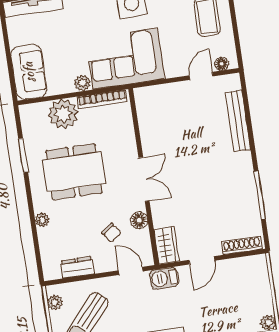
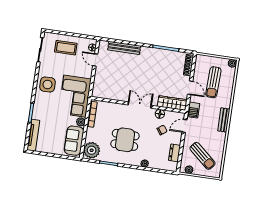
sofa: (29, 72) -> (74, 141), moved, turned -90
plant: (63, 114) -> (92, 150), moved
dining table: (74, 172) -> (125, 140), width x0.73
wardrobe: (166, 245) -> (172, 103), width x1.50
sun lounger: (224, 299) -> (213, 82), added

